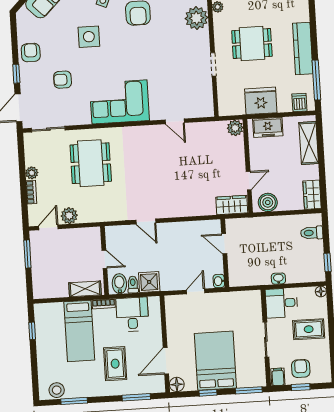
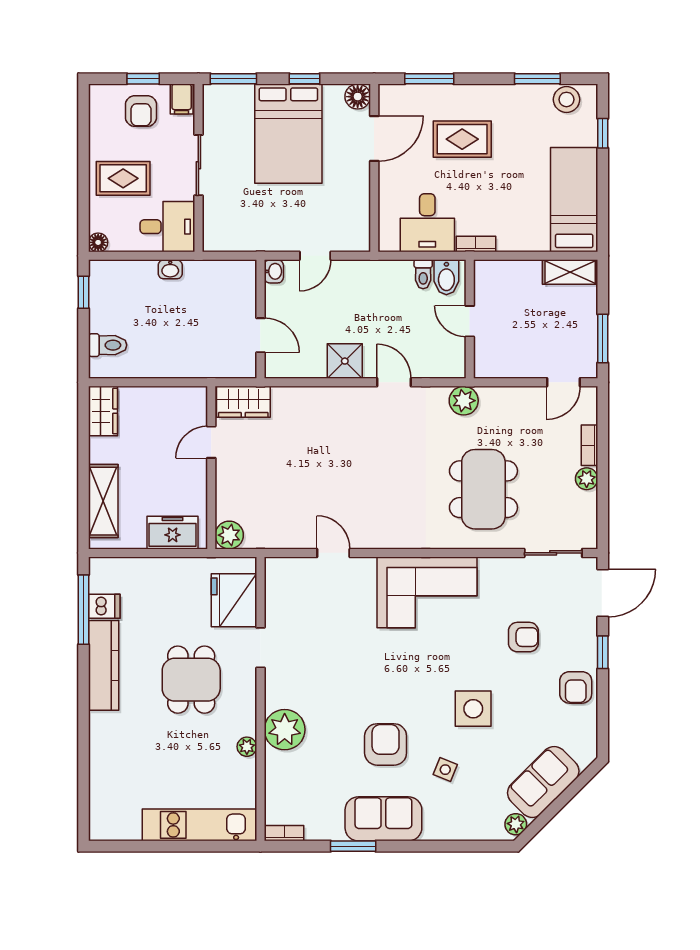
dining table: (252, 44) -> (191, 680), turned 90
fridge: (261, 101) -> (234, 600), moved, turned 90
dishwasher: (299, 102) -> (104, 606), moved, turned -90
boiler: (268, 202) -> (181, 402), removed
plant: (69, 216) -> (464, 401), moved
shower: (149, 282) -> (345, 361), moved
shelving: (85, 289) -> (570, 272), moved
window: (32, 331) -> (603, 133), moved
bed: (79, 331) -> (574, 200), moved
rug: (115, 364) -> (462, 139), turned 90

